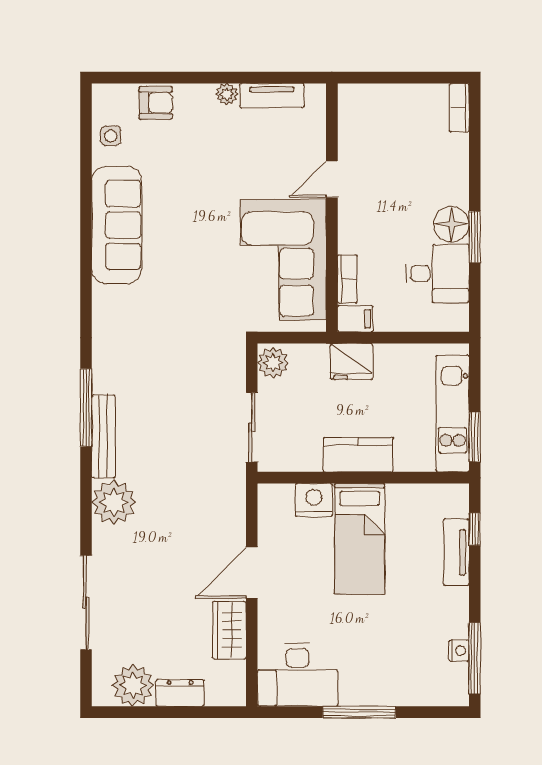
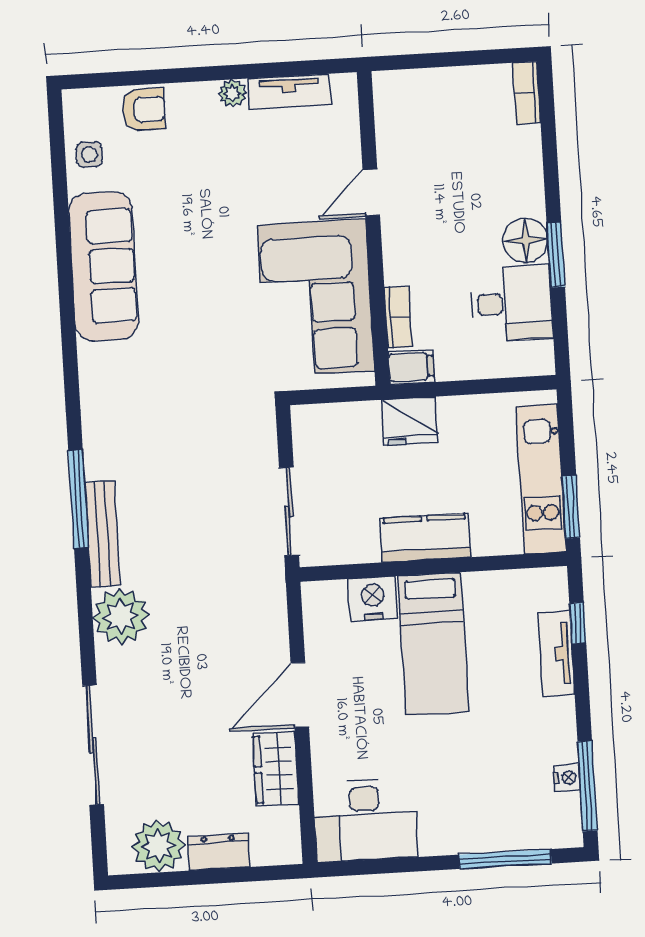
plant: (273, 363) -> (311, 428), removed
window: (359, 712) -> (505, 859), moved

